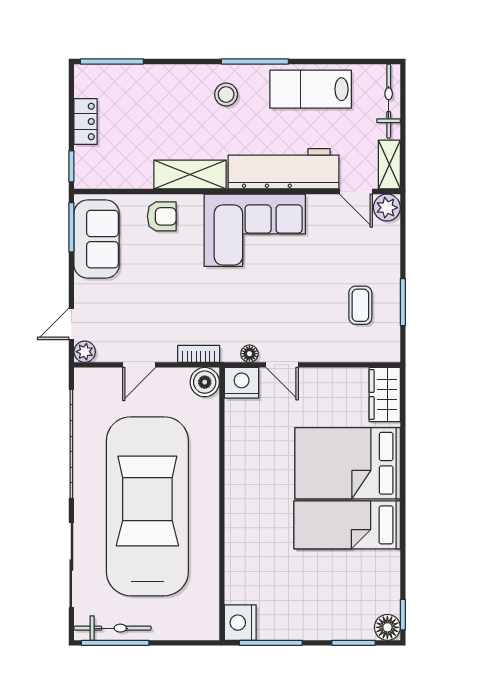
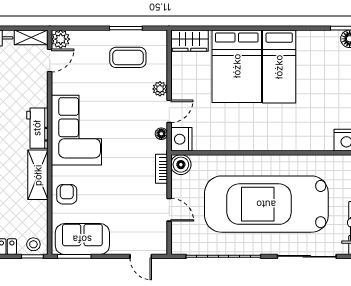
stool: (89, 168) -> (33, 244), added
workbench: (284, 169) -> (37, 128), width x0.53, depth x0.76
coffee table: (360, 305) -> (128, 57), width x1.36, depth x1.30
plant: (85, 352) -> (160, 89), moved

